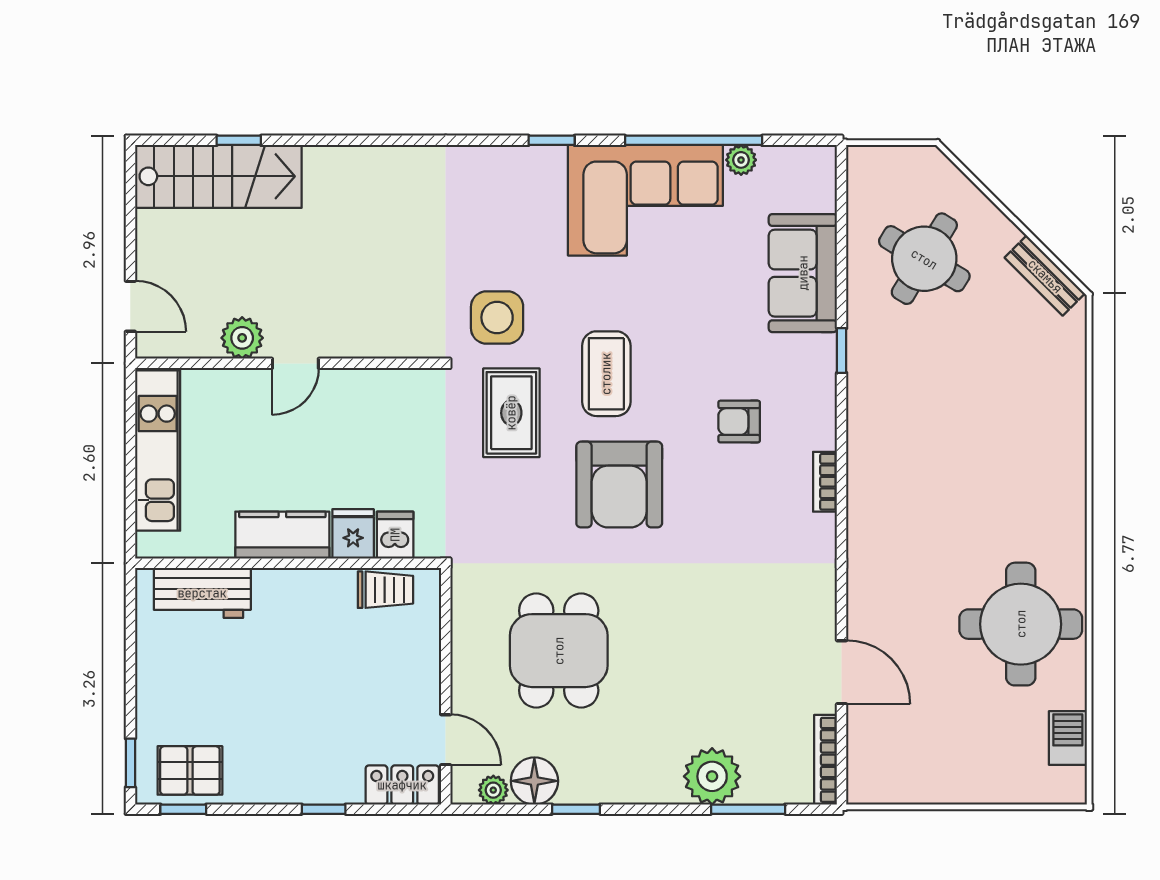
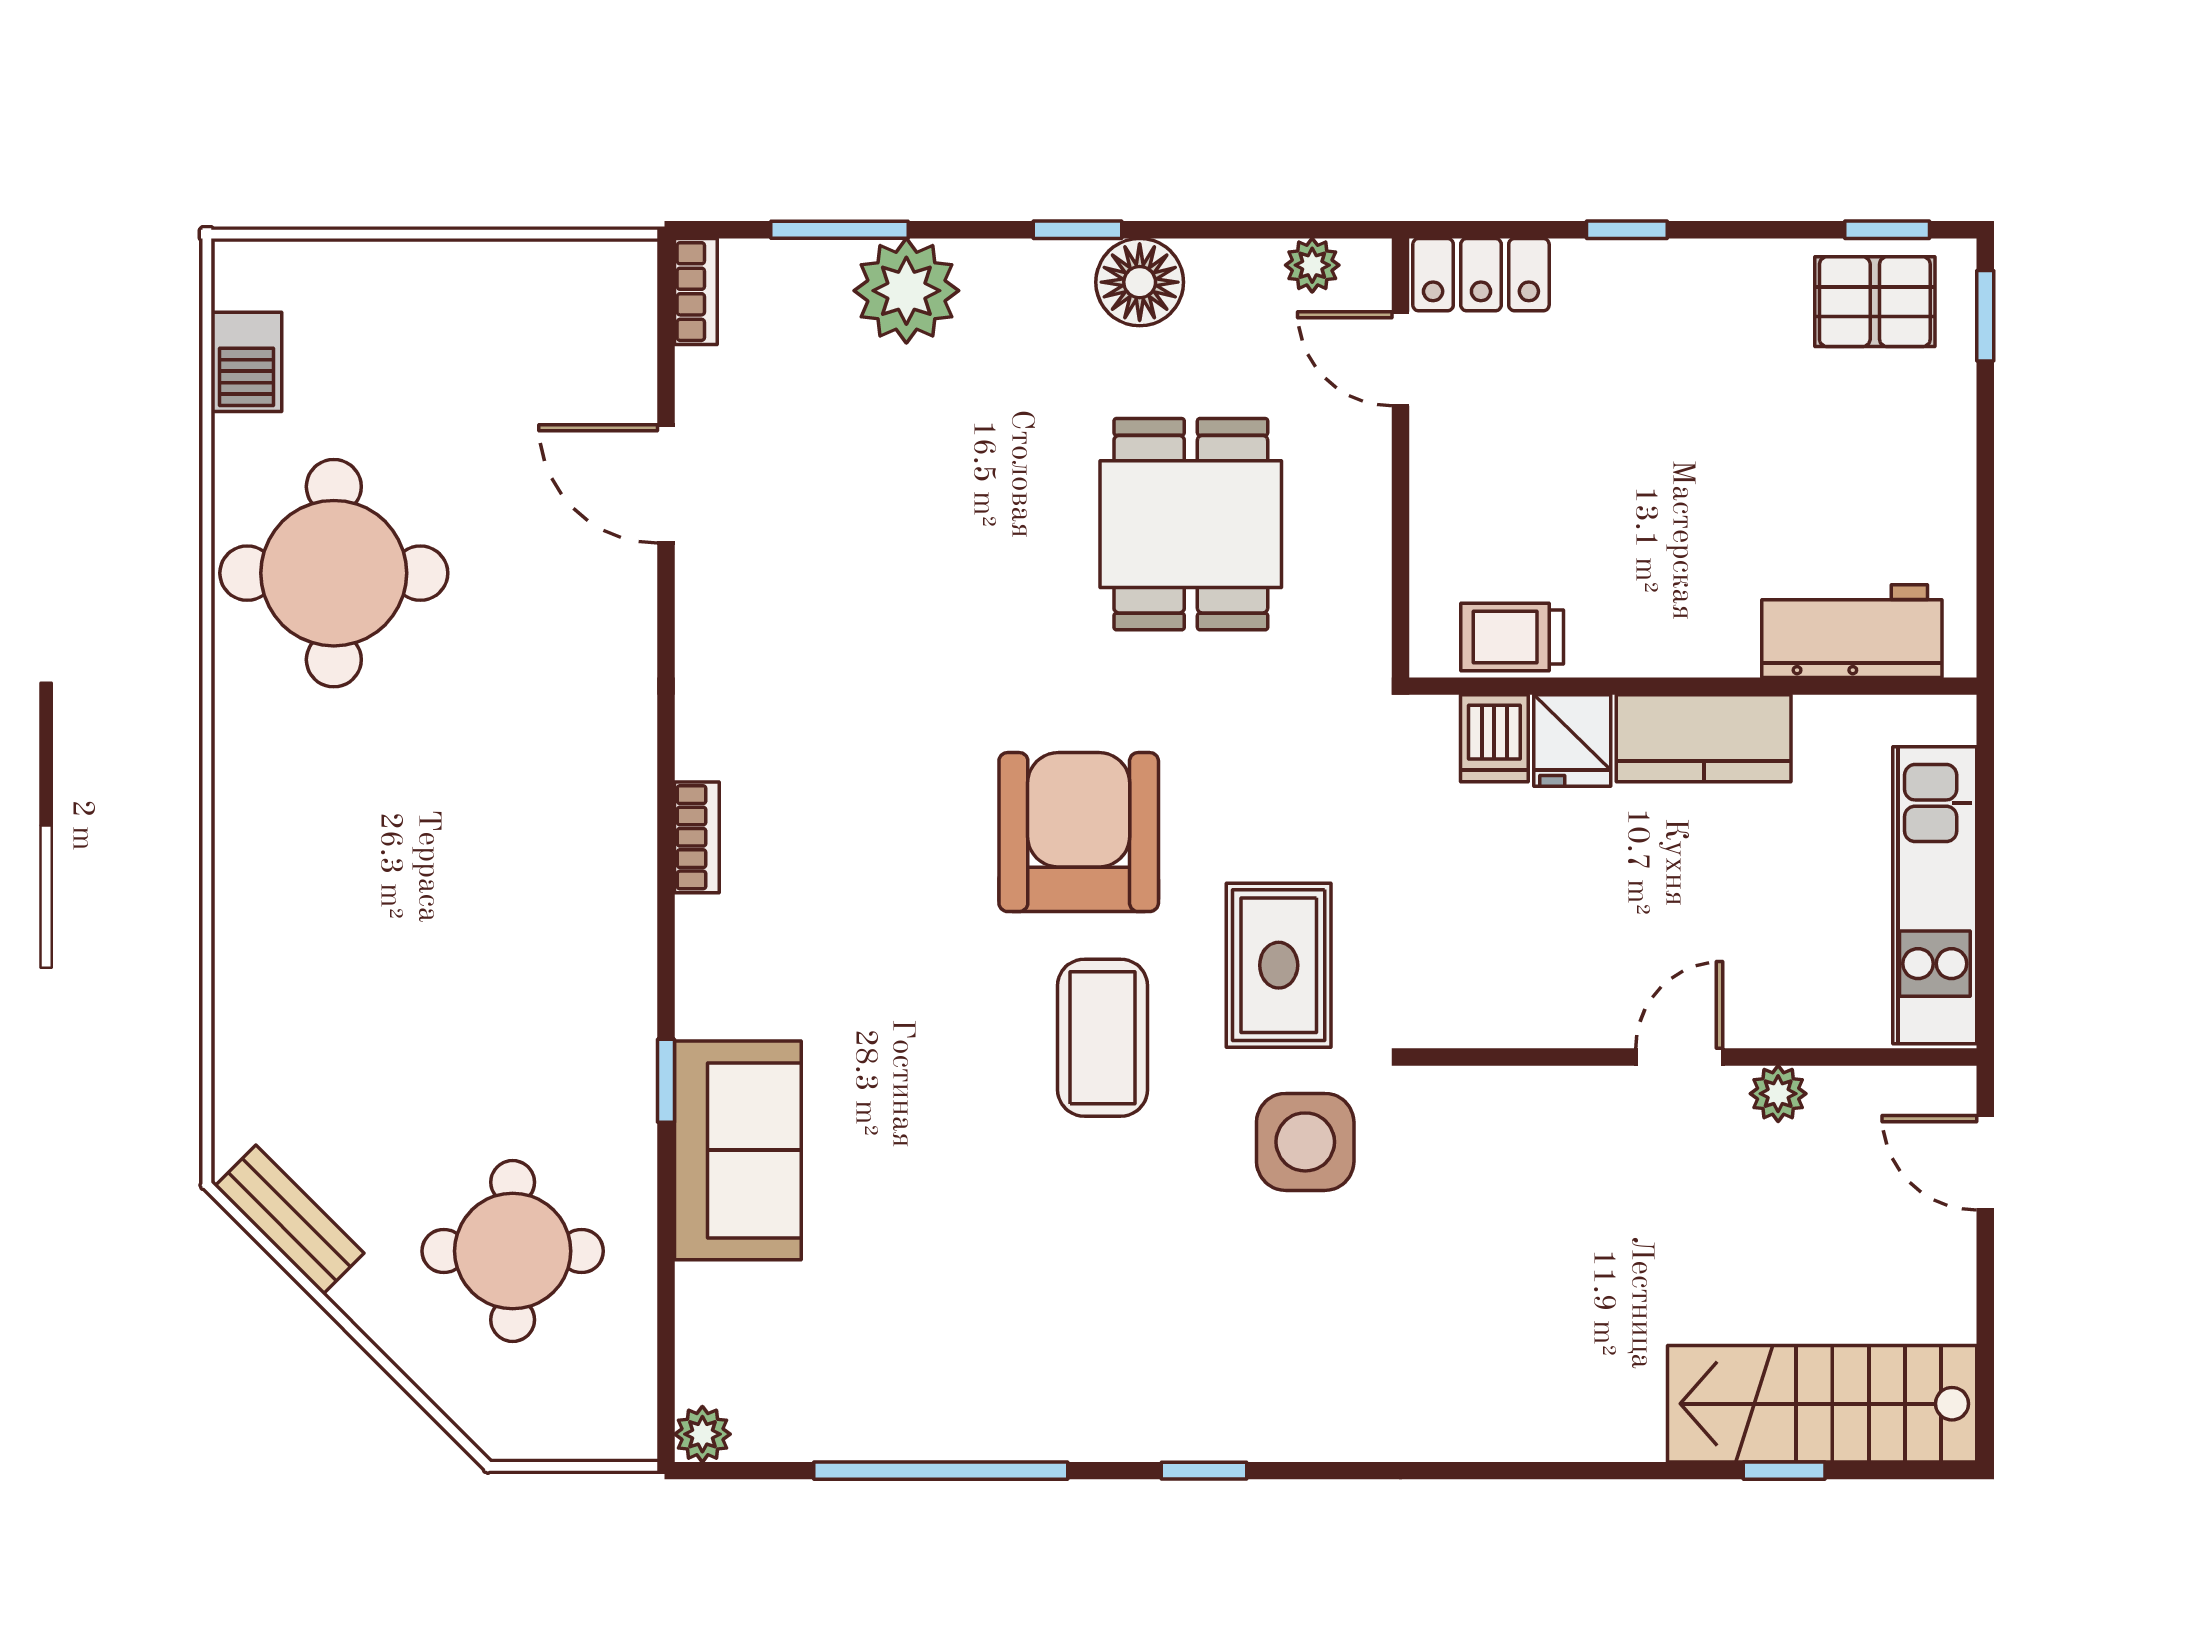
plant: (741, 160) -> (702, 1434), moved
corner sofa: (645, 200) -> (1030, 1359), removed
round table: (924, 259) -> (513, 1251), turned -31
sofa: (803, 273) -> (738, 1150), moved
plant: (242, 338) -> (1778, 1094), width x0.73, depth x0.73
armchair: (739, 422) -> (856, 949), removed
bookcase: (826, 760) -> (696, 292), width x0.64
floor lamp: (534, 781) -> (1140, 282), moved
window: (576, 809) -> (1078, 230), moved

